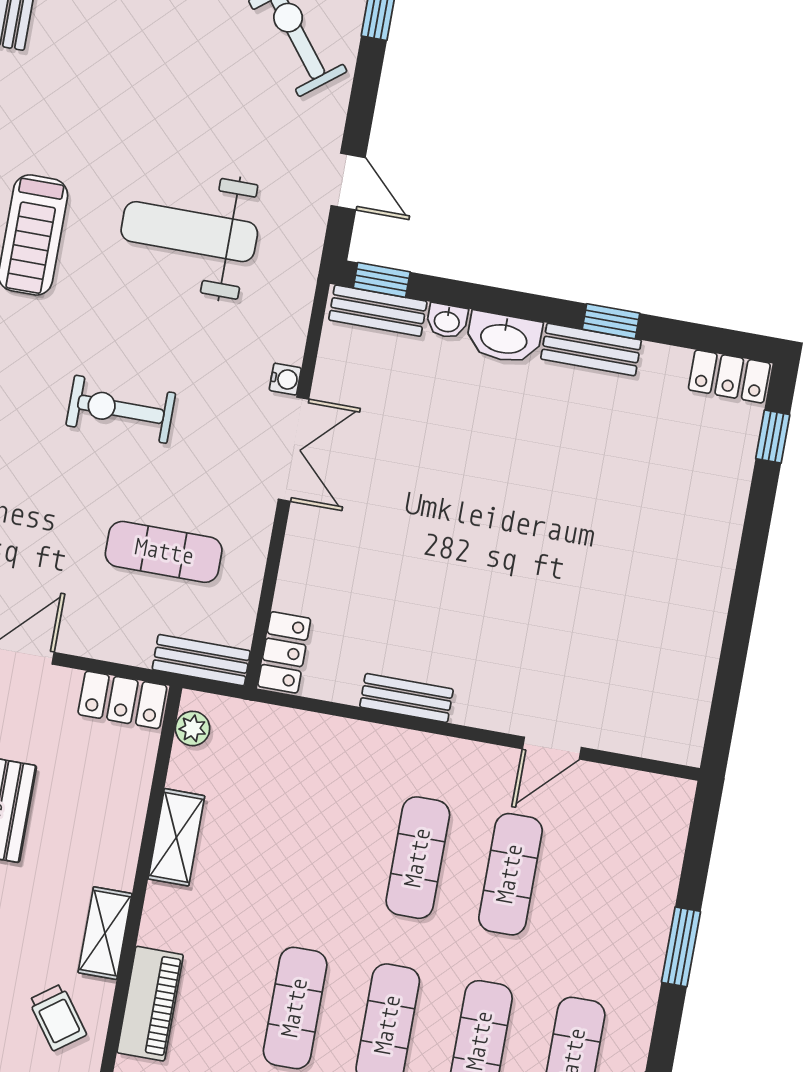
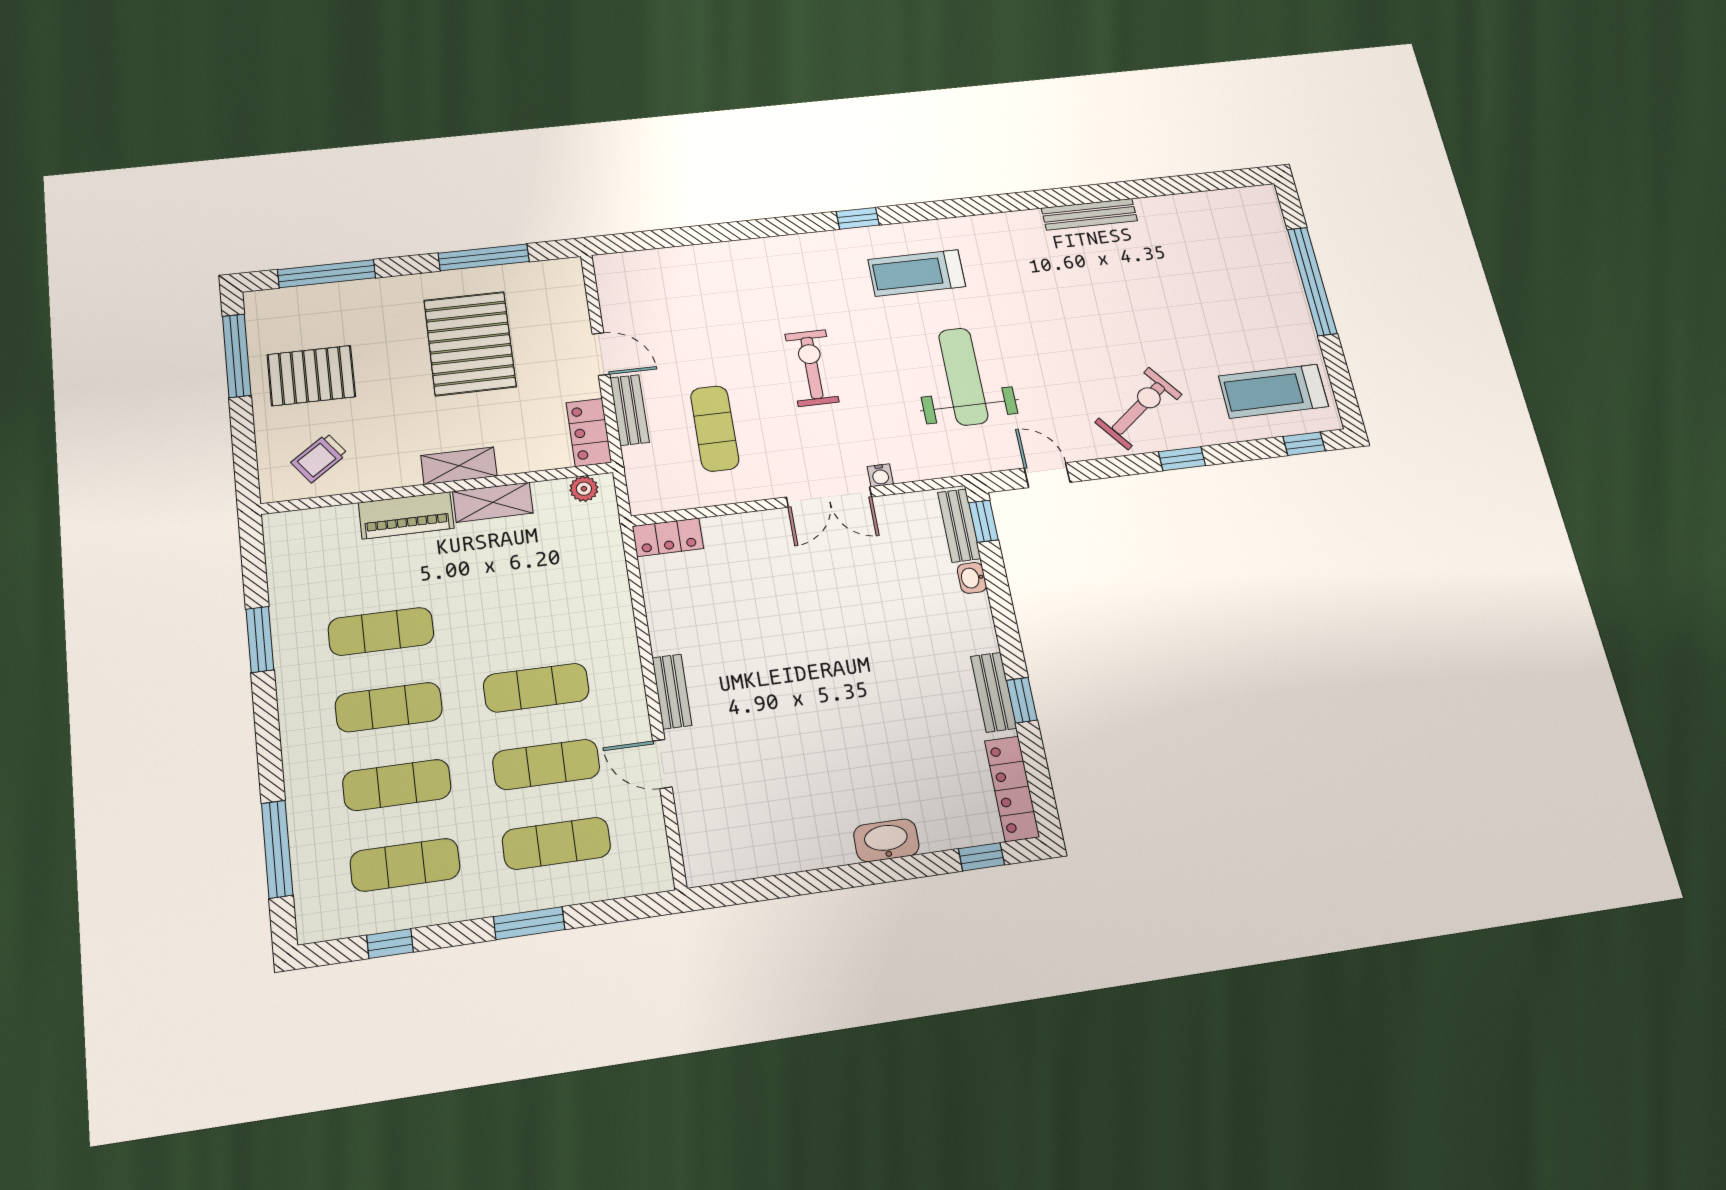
door: (348, 182) -> (1047, 475), swing flipped
washbasin: (504, 338) -> (886, 840), moved, turned 90
locker: (729, 376) -> (1012, 789), width x1.53
bench: (201, 660) -> (629, 410), moved
bench: (406, 698) -> (672, 691), moved
exercise mat: (603, 891) -> (556, 843), added
shelving: (105, 933) -> (459, 466), moved
piano: (150, 1004) -> (406, 515), moved

